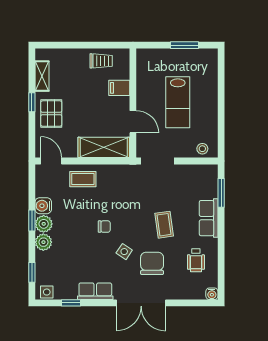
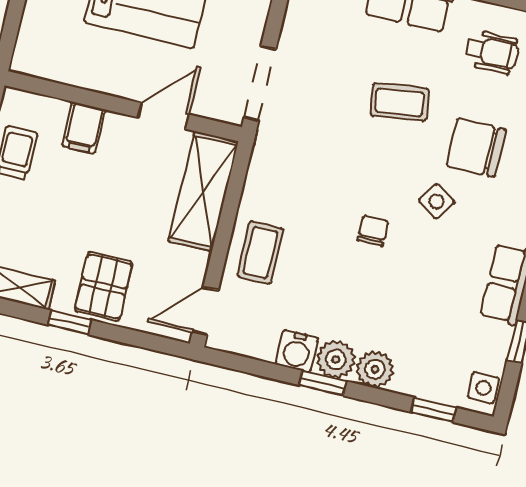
pallet: (51, 114) -> (104, 286), turned 90

